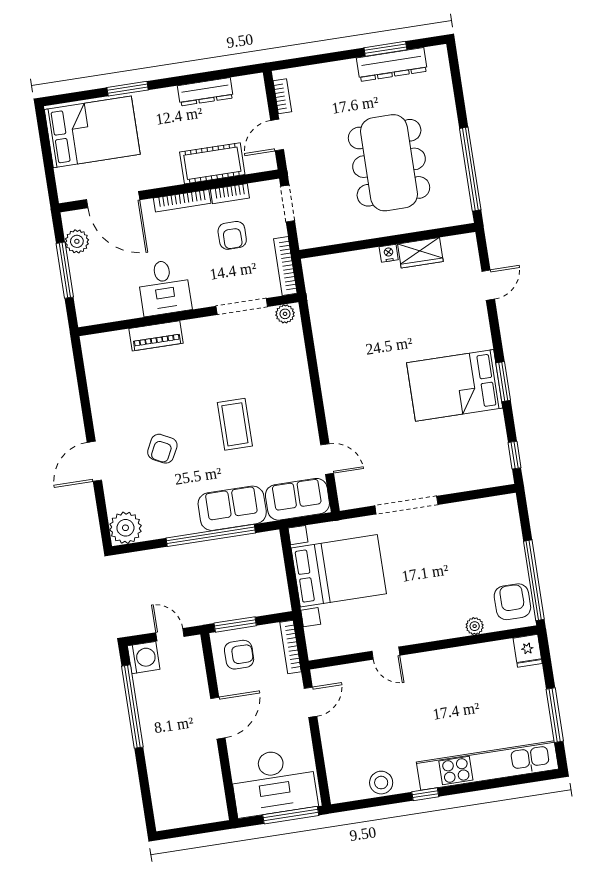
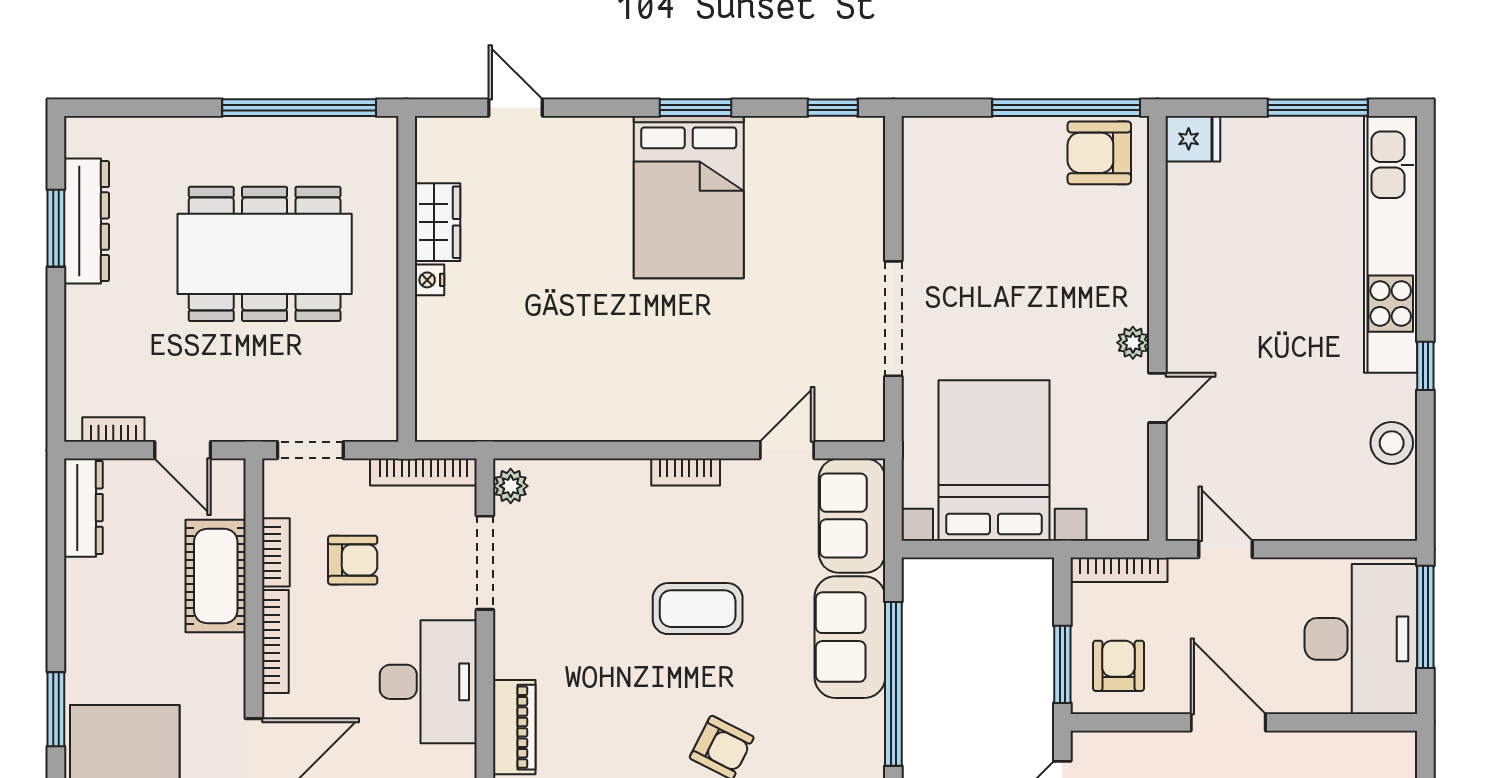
dresser: (205, 92) -> (83, 508), moved
desk: (164, 287) -> (428, 682), width x1.37
bookcase: (307, 407) -> (686, 472), added
plant: (475, 626) -> (1133, 343), moved

